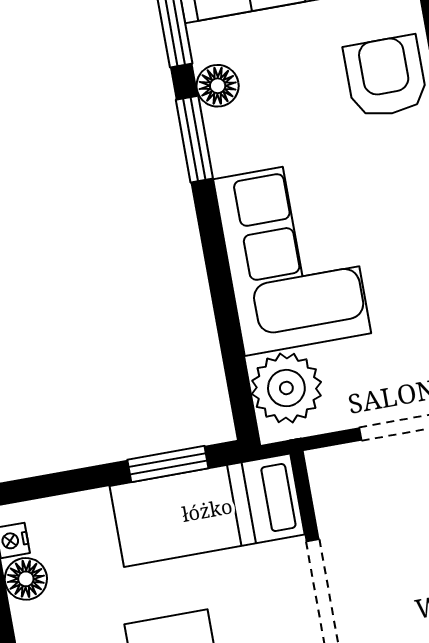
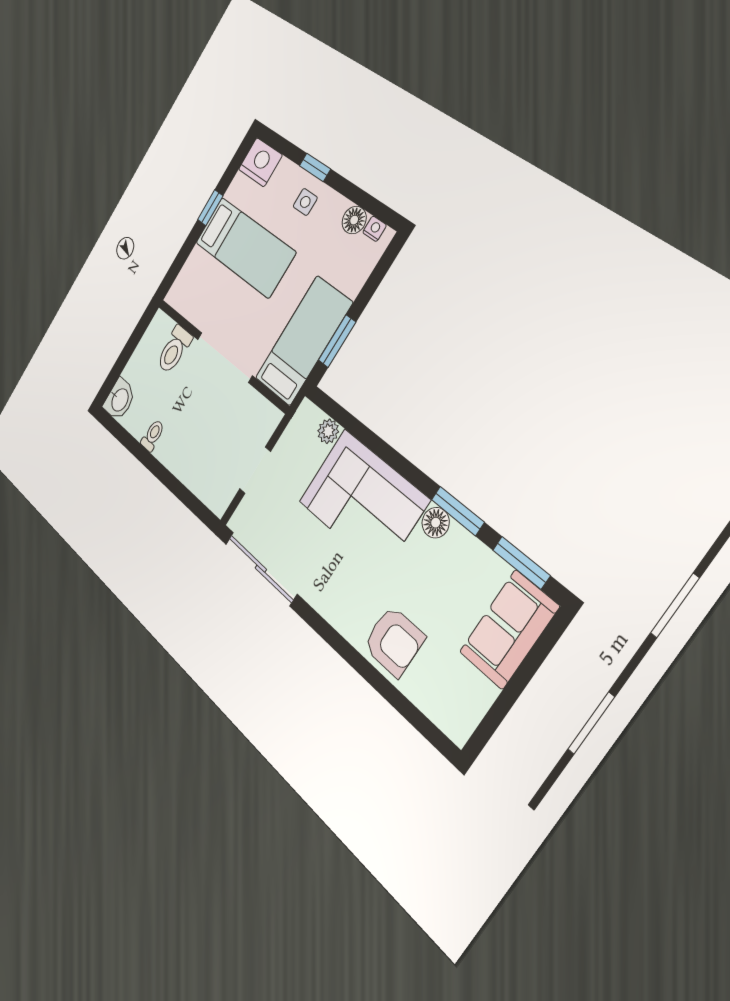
floor lamp: (218, 86) -> (436, 523), moved
plant: (286, 388) -> (328, 431), width x0.53, depth x0.53

